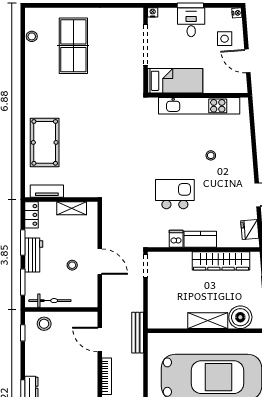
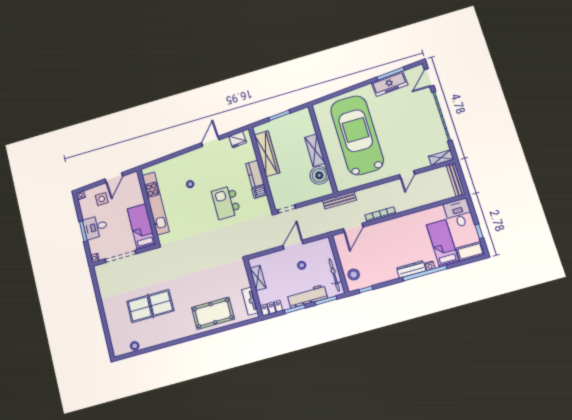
table tennis table: (73, 46) -> (150, 306), moved
workbench: (34, 255) -> (307, 296), width x1.38
boiler: (240, 317) -> (319, 175), moved

